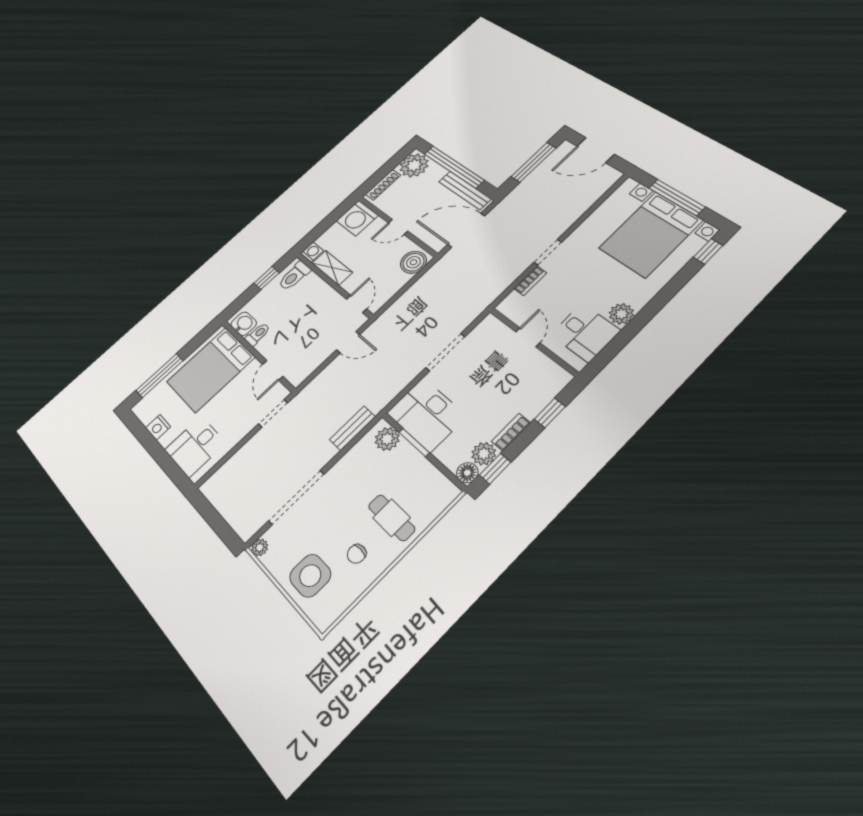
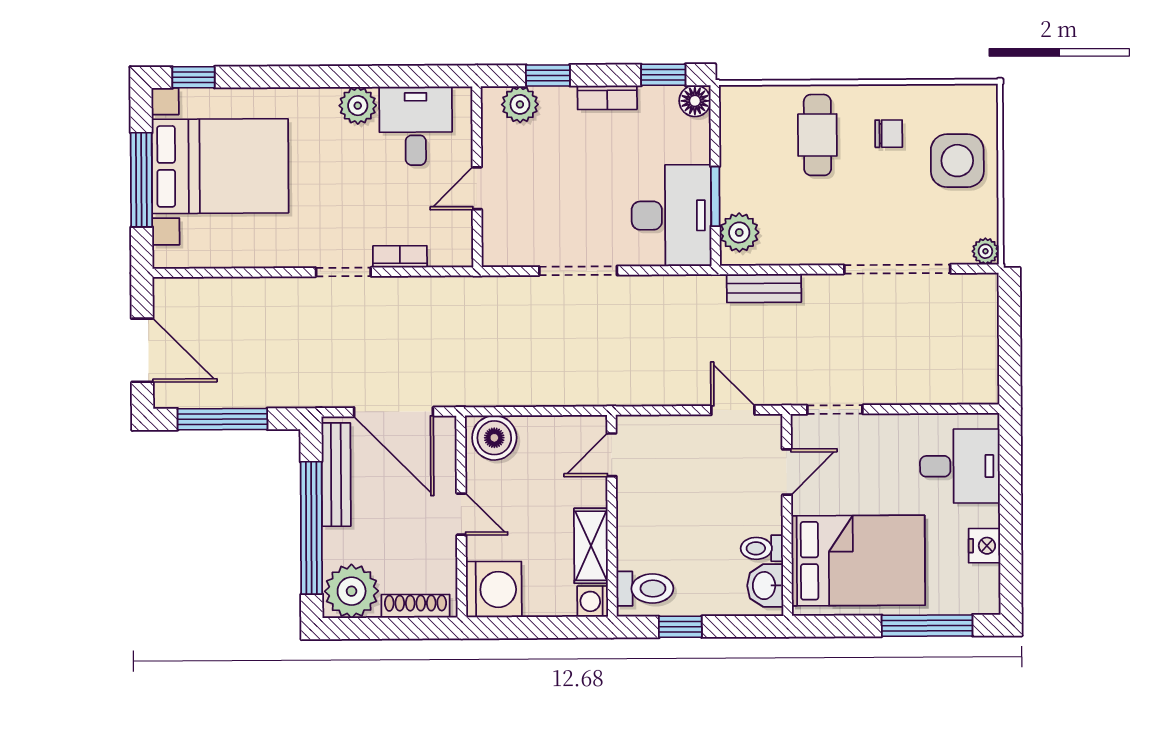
door: (348, 342) -> (733, 410), moved
plant: (484, 454) -> (520, 104), moved

